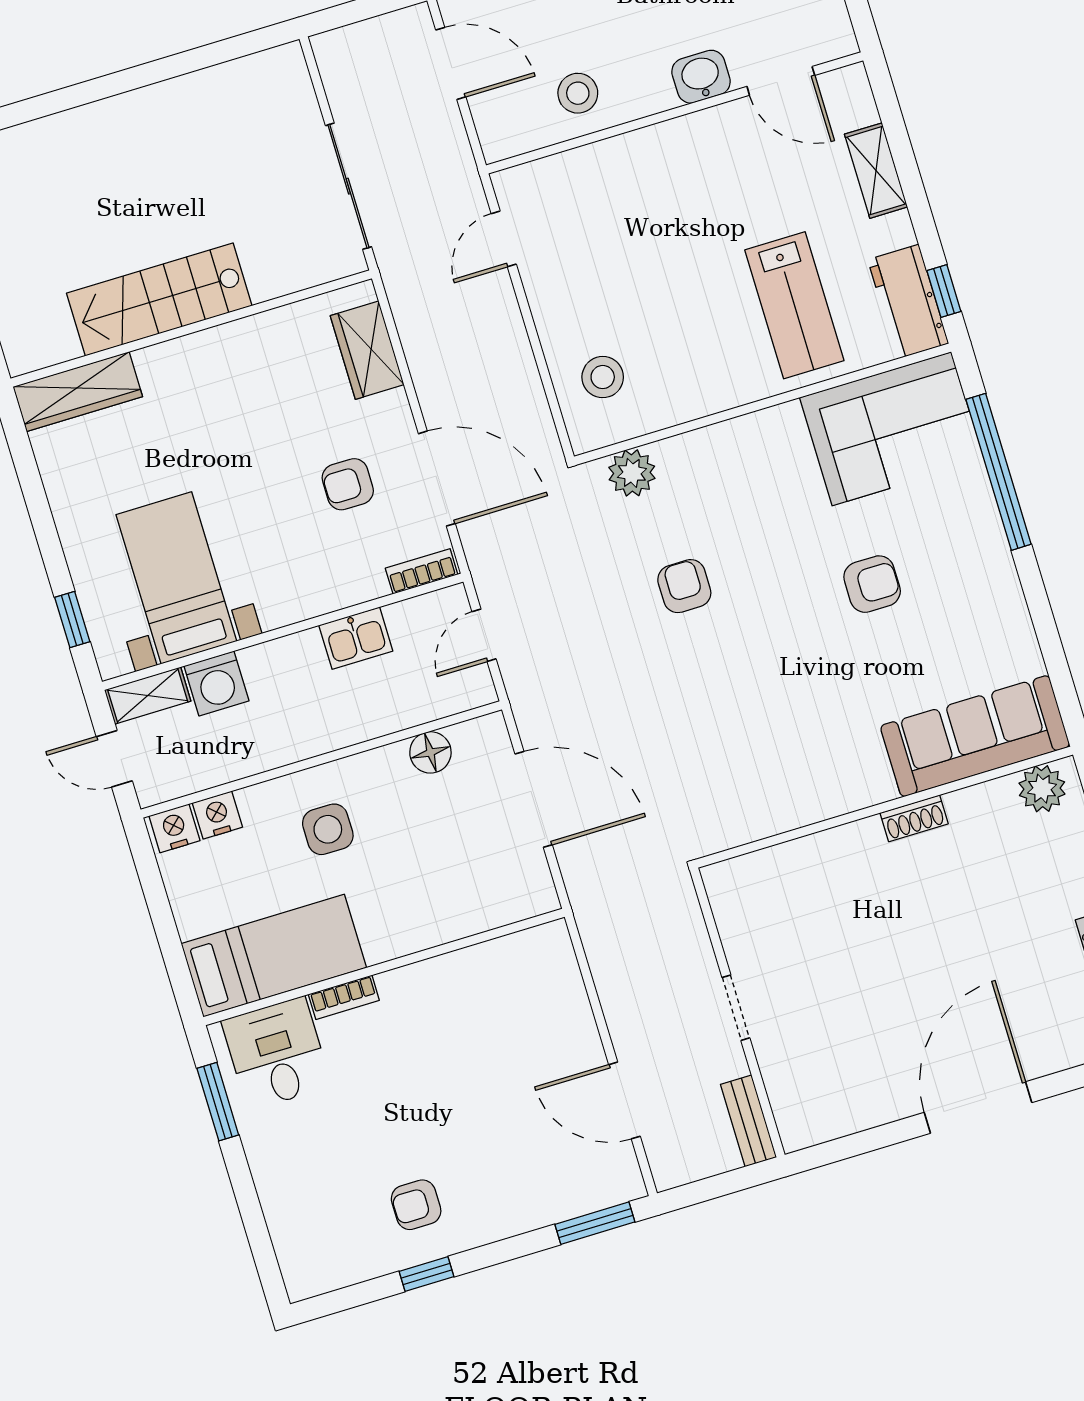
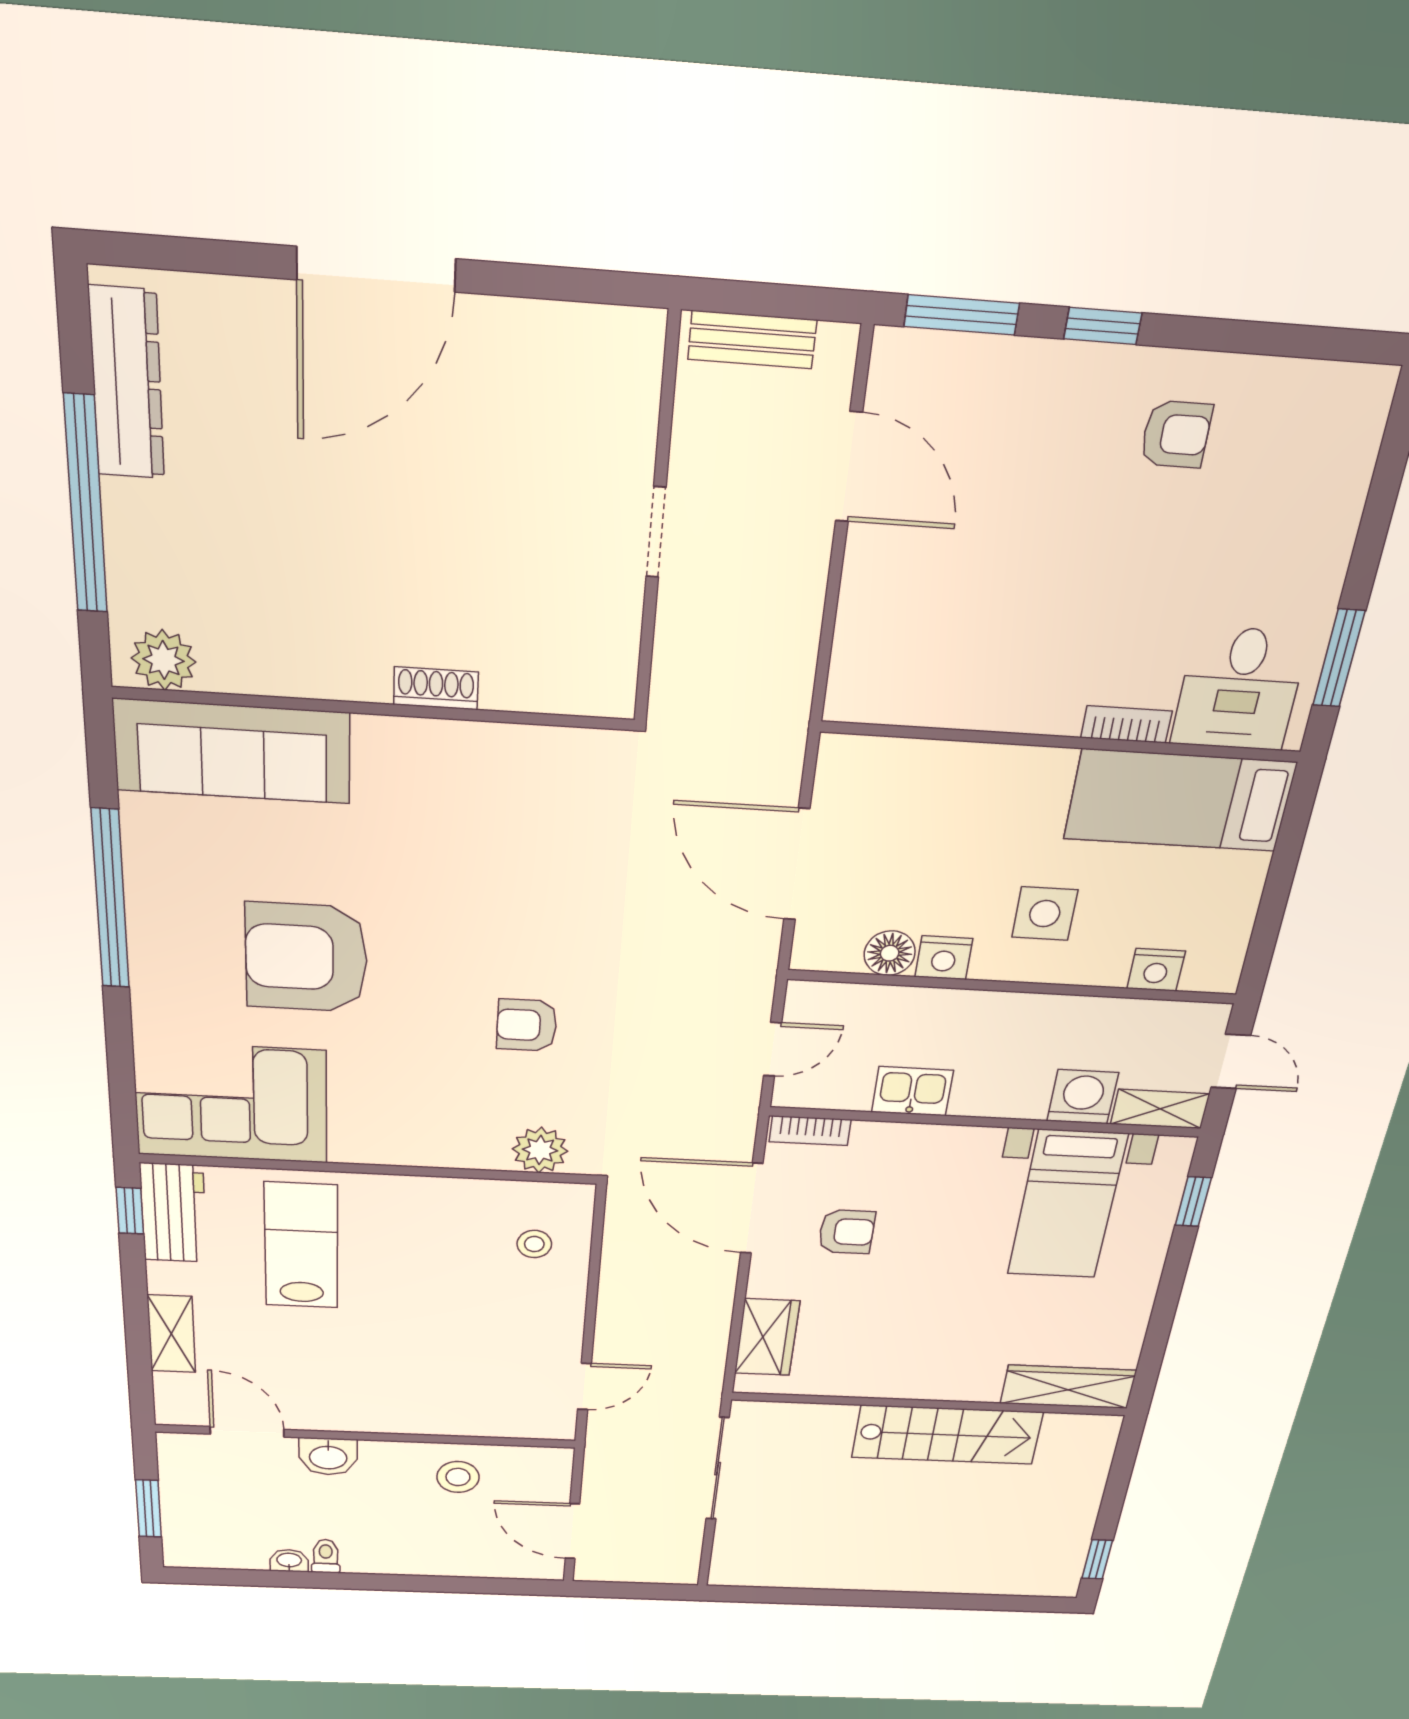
stool: (603, 377) -> (534, 1244), width x0.73, depth x0.73
window: (998, 472) -> (110, 899), moved
armchair: (872, 584) -> (306, 958), width x1.88, depth x1.88
armchair: (684, 586) -> (527, 1025), turned 90
shoe rack: (914, 818) -> (436, 688), moved
nightstand: (174, 828) -> (944, 958), moved
bench: (748, 1121) -> (752, 340), moved, turned 90
window: (426, 1274) -> (1103, 326), moved

